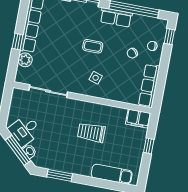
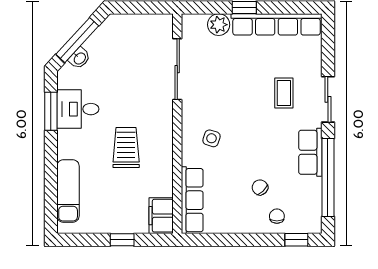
coffee table: (93, 46) -> (284, 93), moved
row of seats: (149, 86) -> (192, 200), moved, turned 90
desk: (25, 130) -> (78, 109), moved, turned -43

